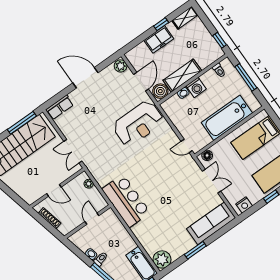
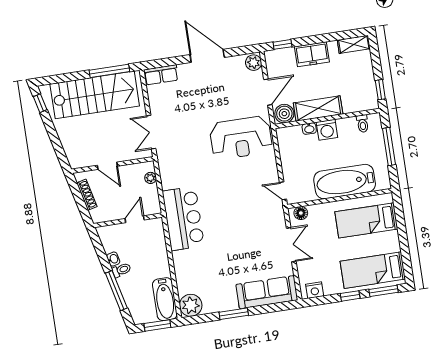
window: (161, 24) -> (282, 44), moved

